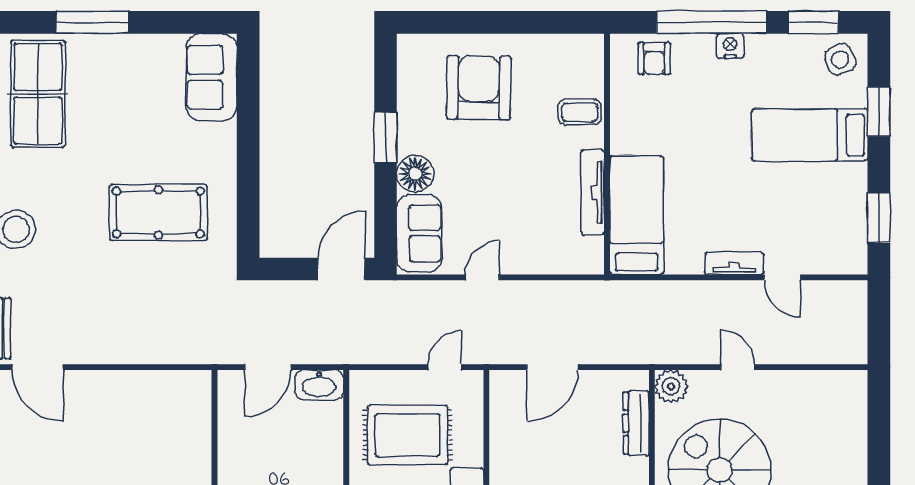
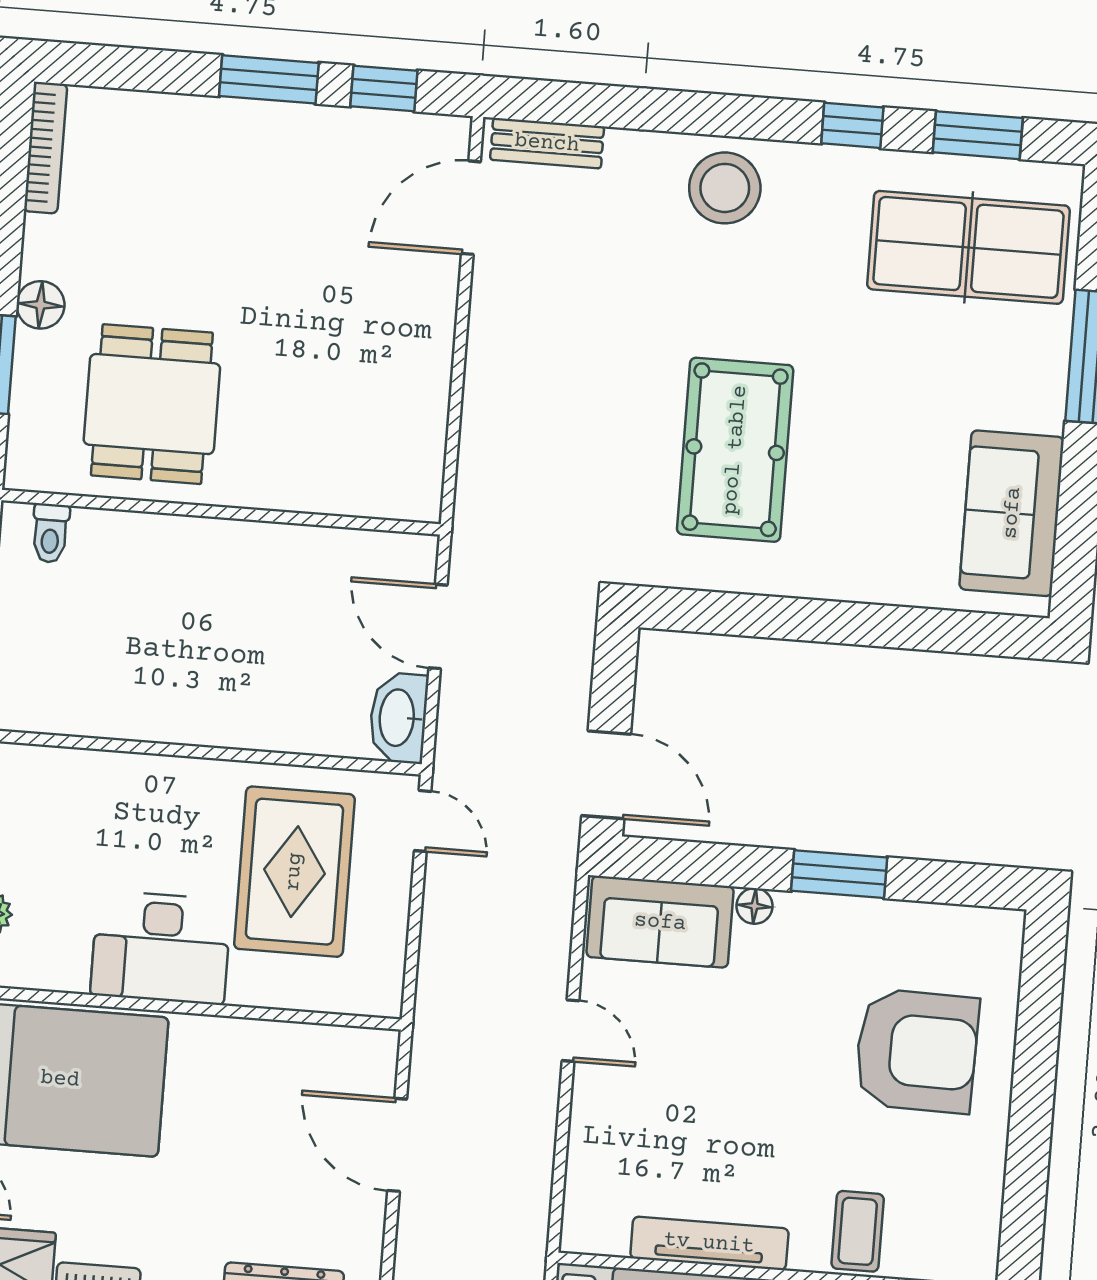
sofa: (212, 77) -> (1012, 513), moved, turned -90
floor lamp: (415, 174) -> (754, 906), width x0.53, depth x0.53
door: (445, 367) -> (423, 821), moved

